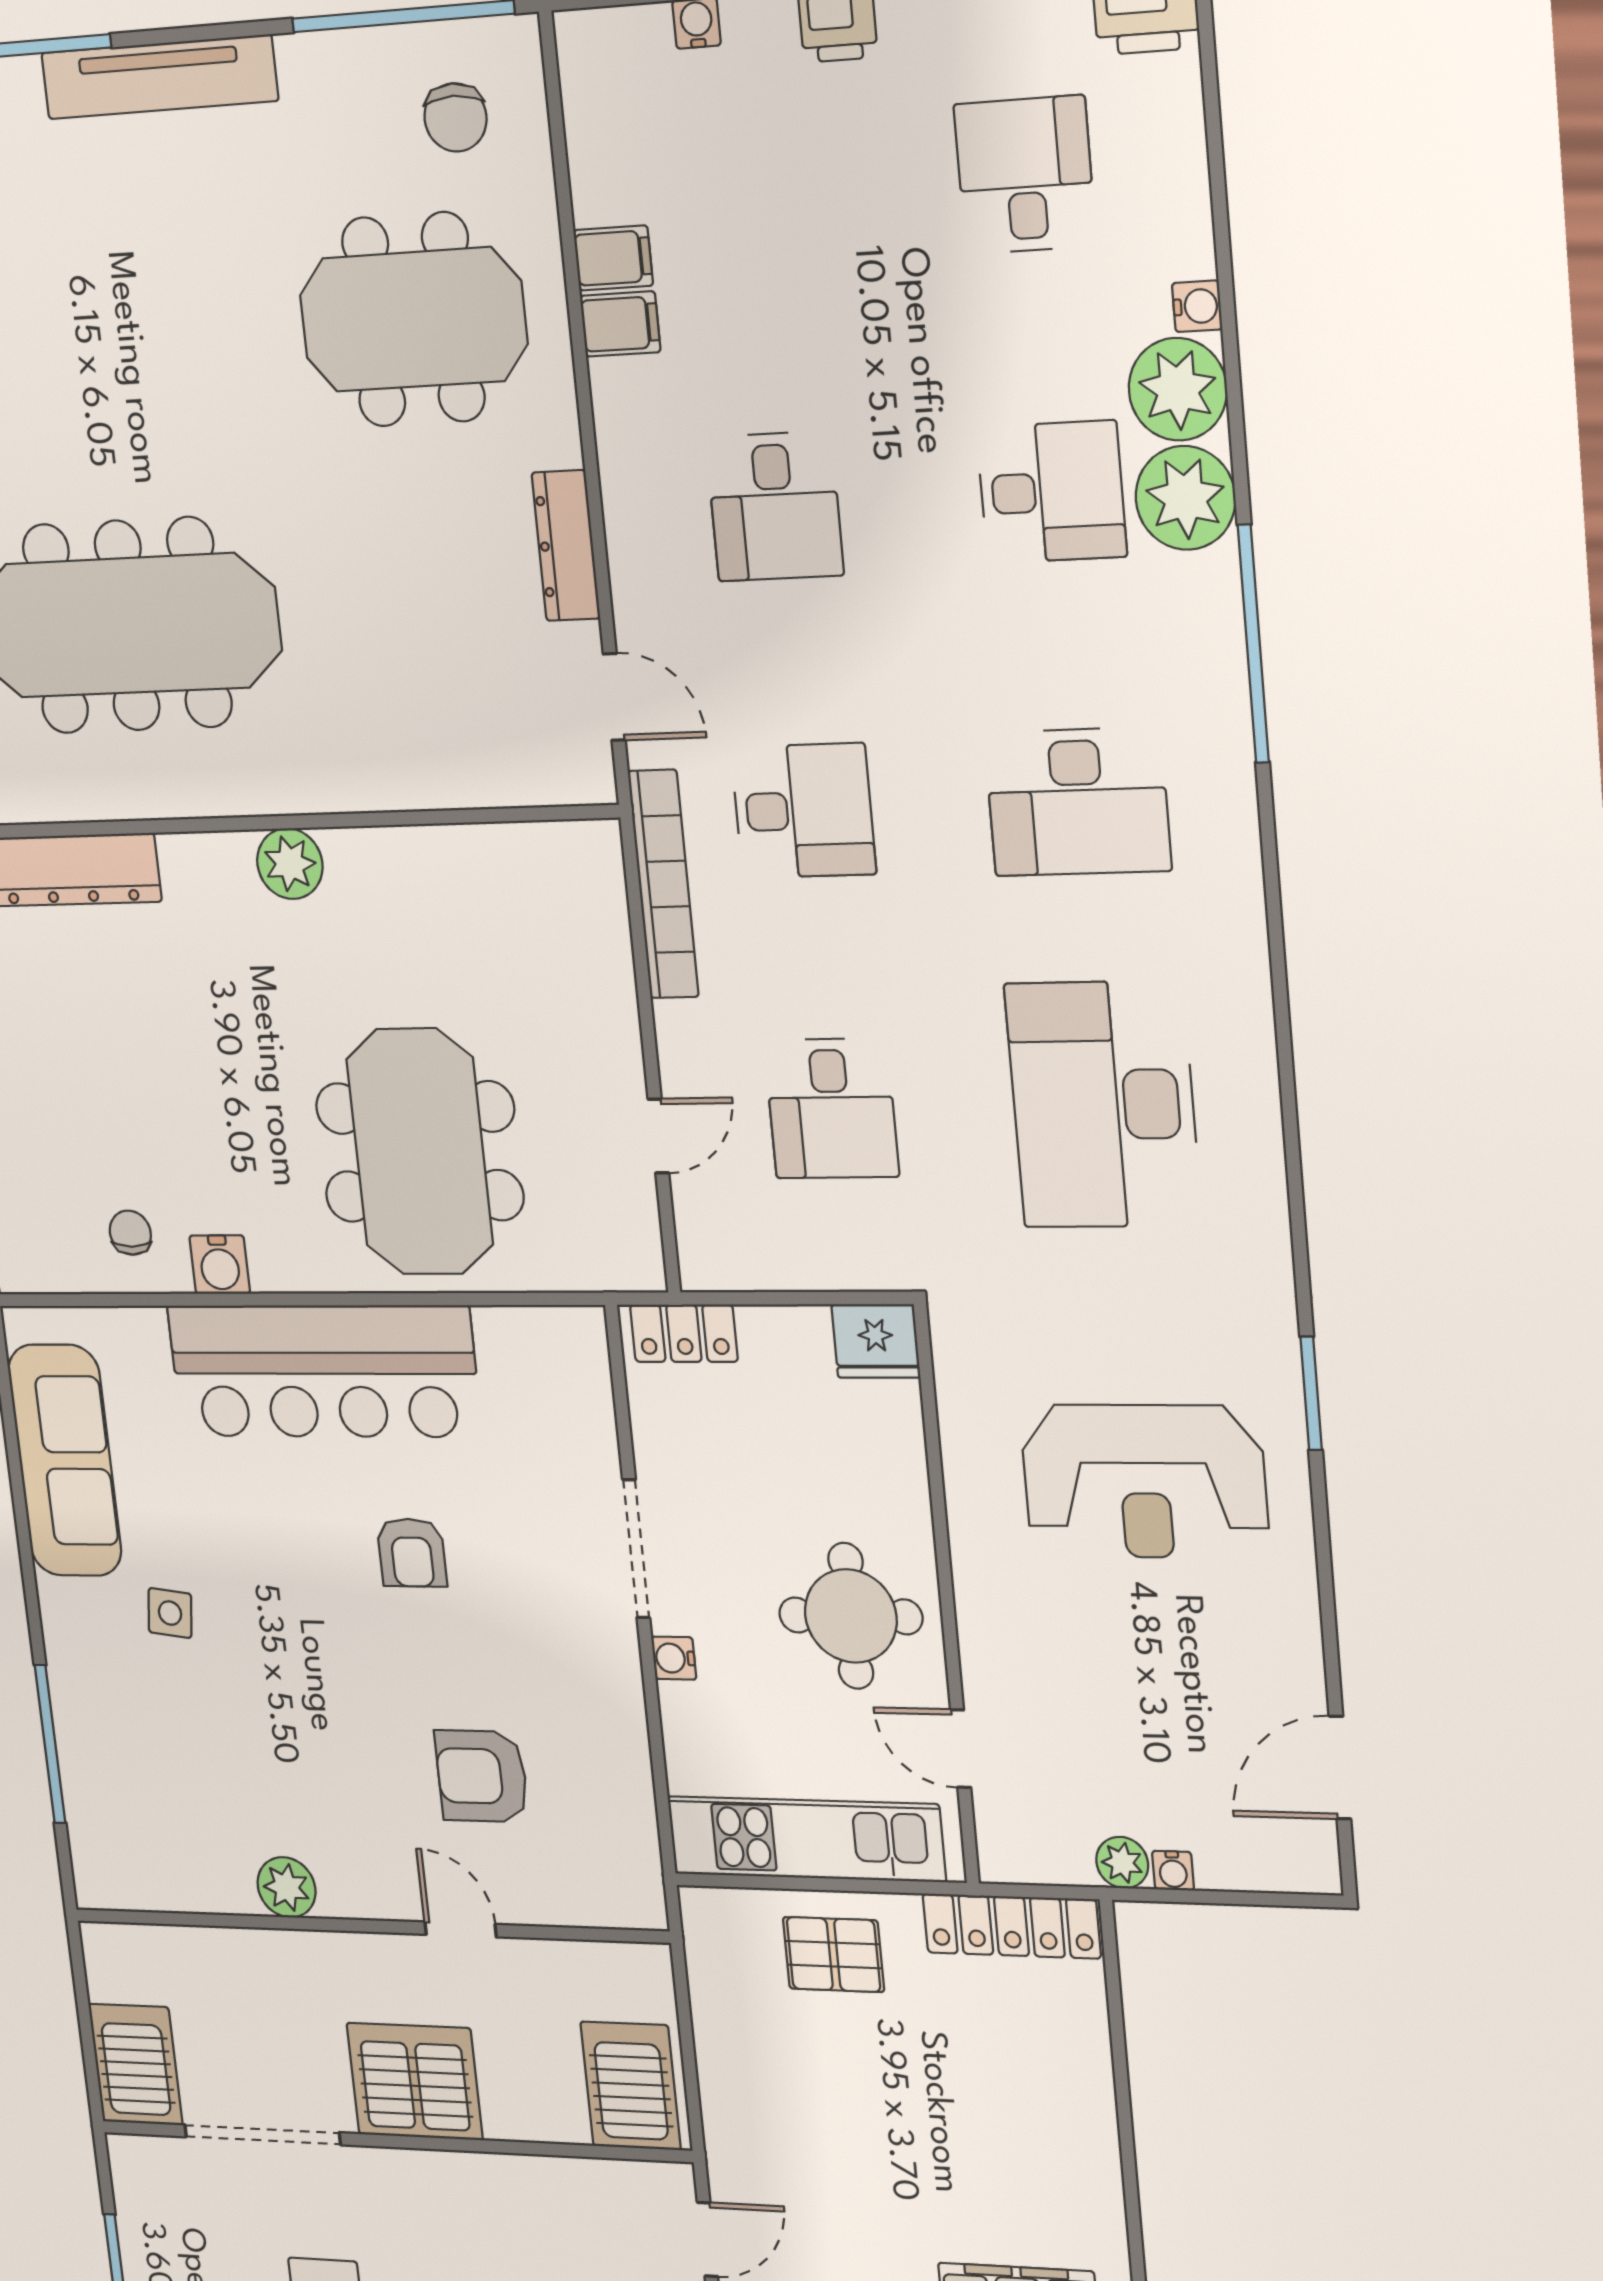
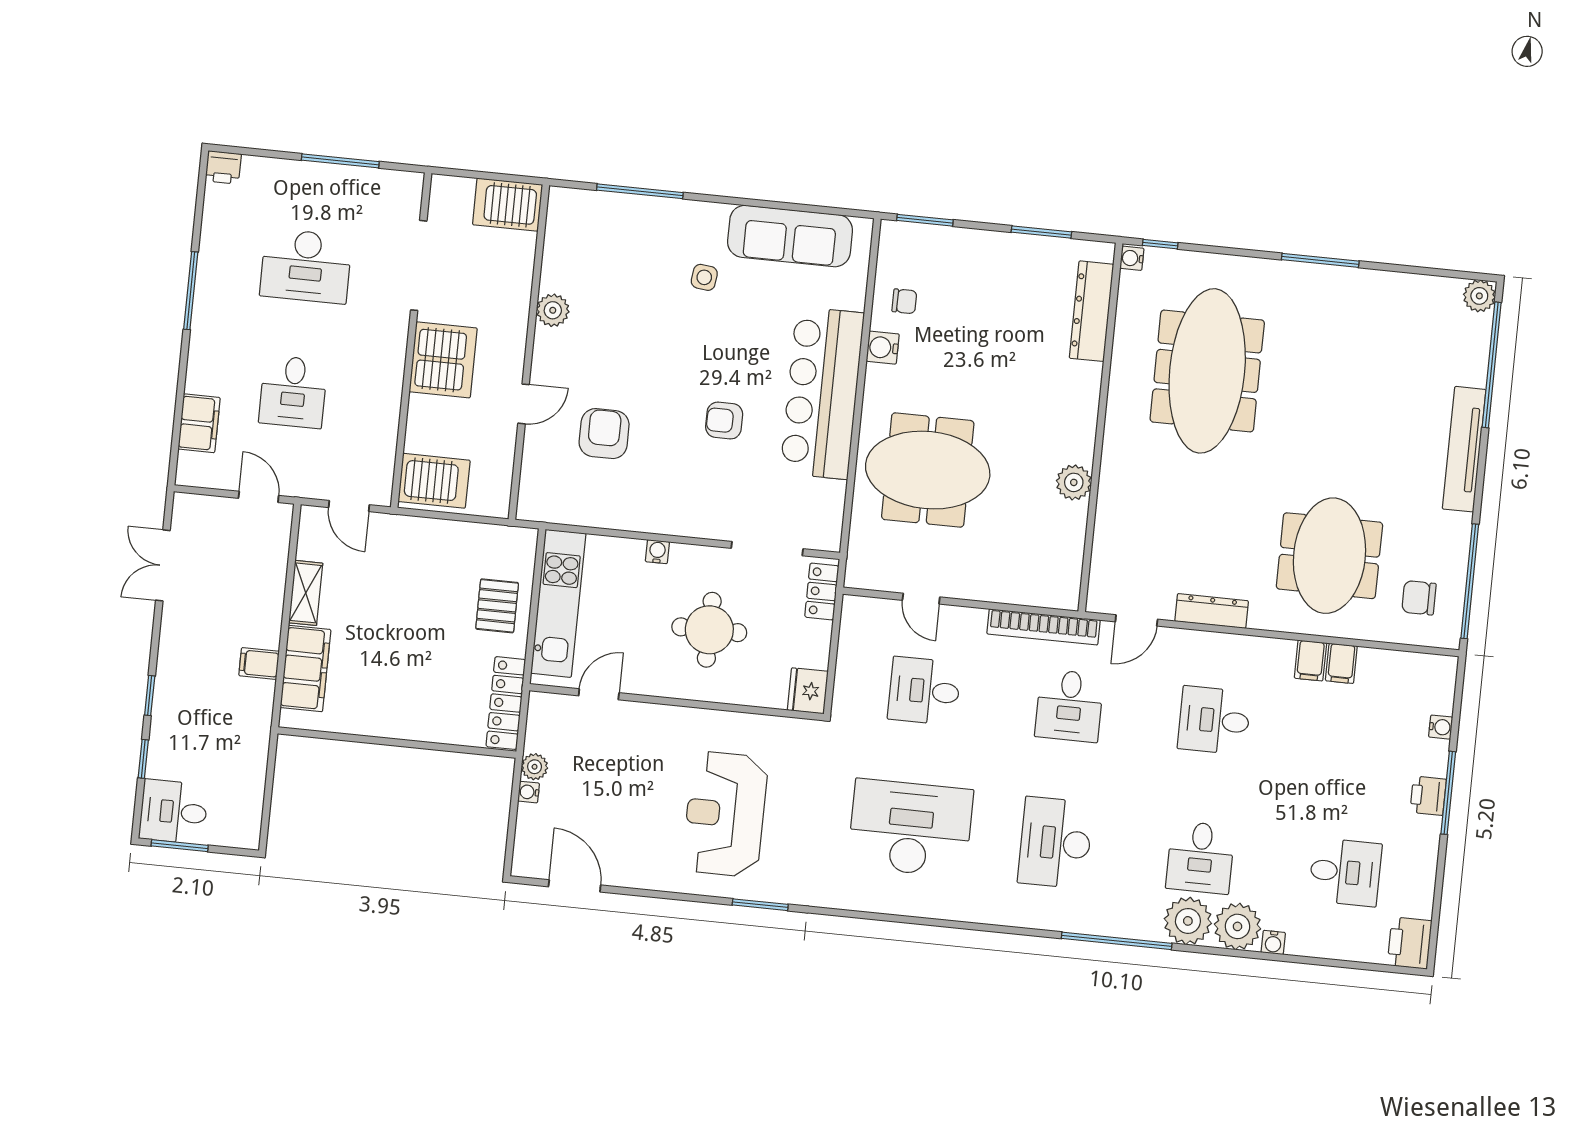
plant: (290, 864) -> (1074, 482), moved
doorway: (636, 1549) -> (767, 549), moved
round table: (851, 1616) -> (709, 630), moved
server rack: (135, 2064) -> (508, 205), moved, turned 180

